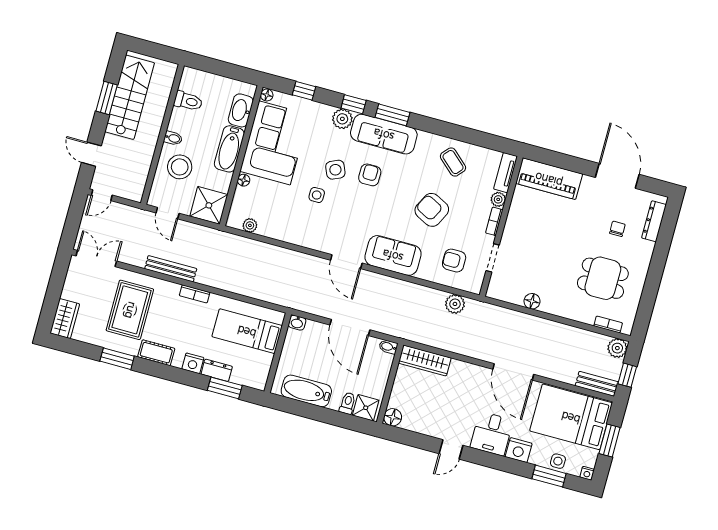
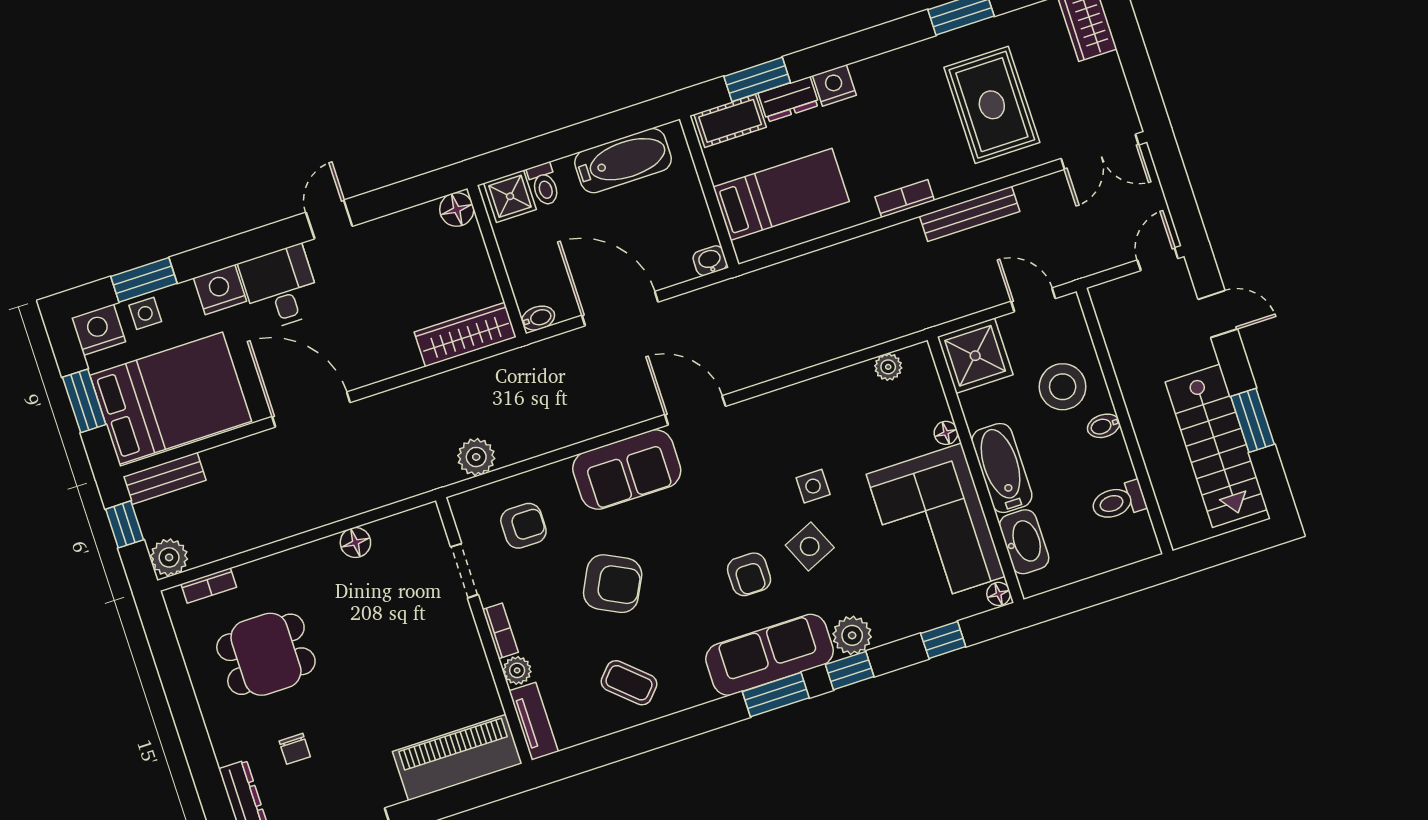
cot: (156, 353) -> (730, 121), moved
nightstand: (587, 473) -> (98, 330), width x1.89, depth x1.79

